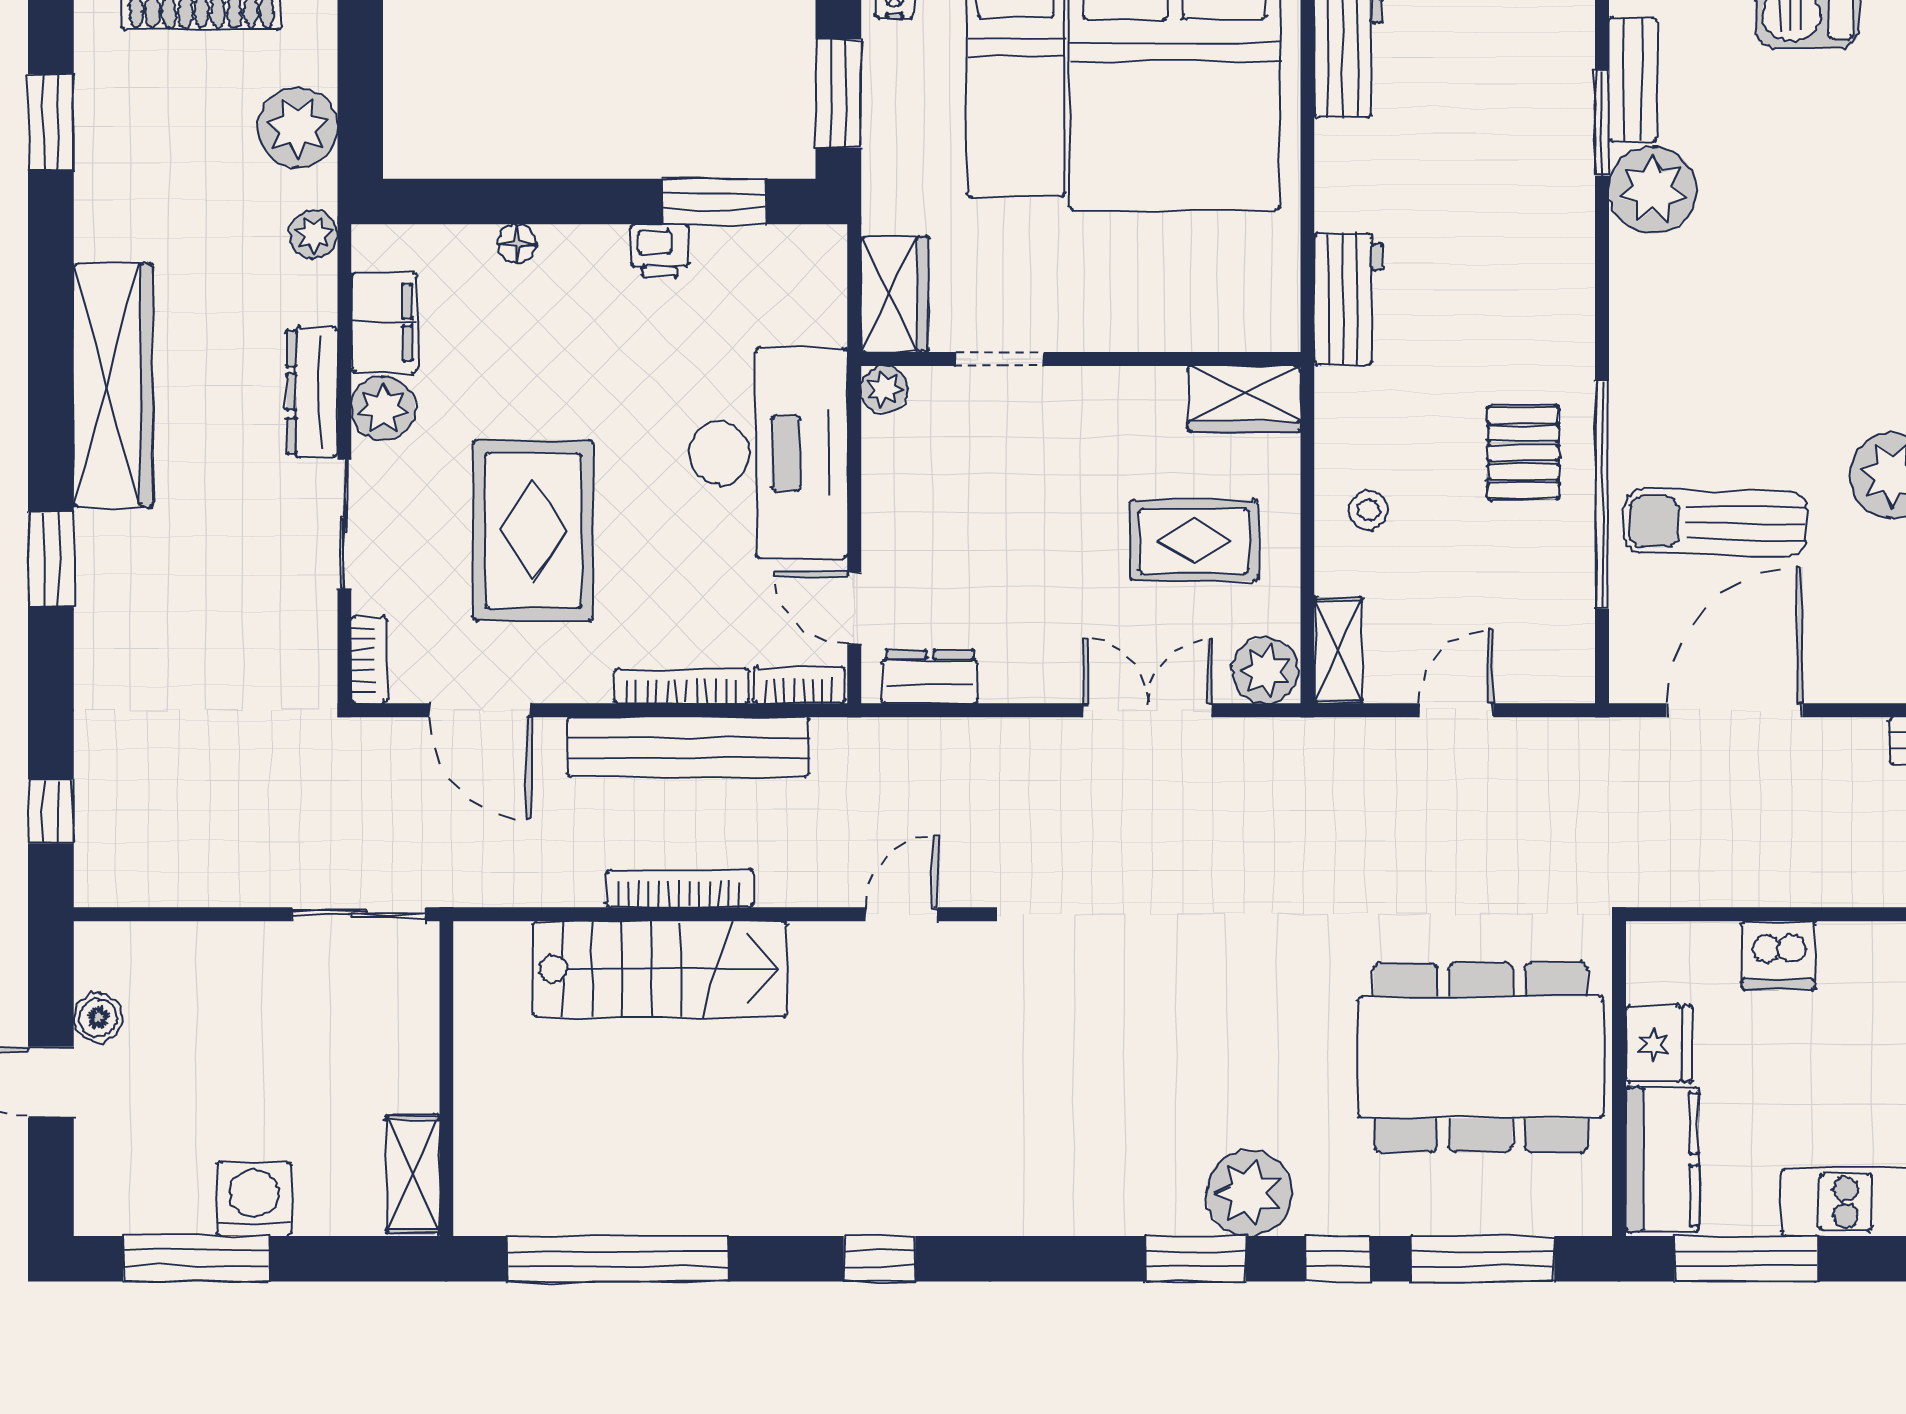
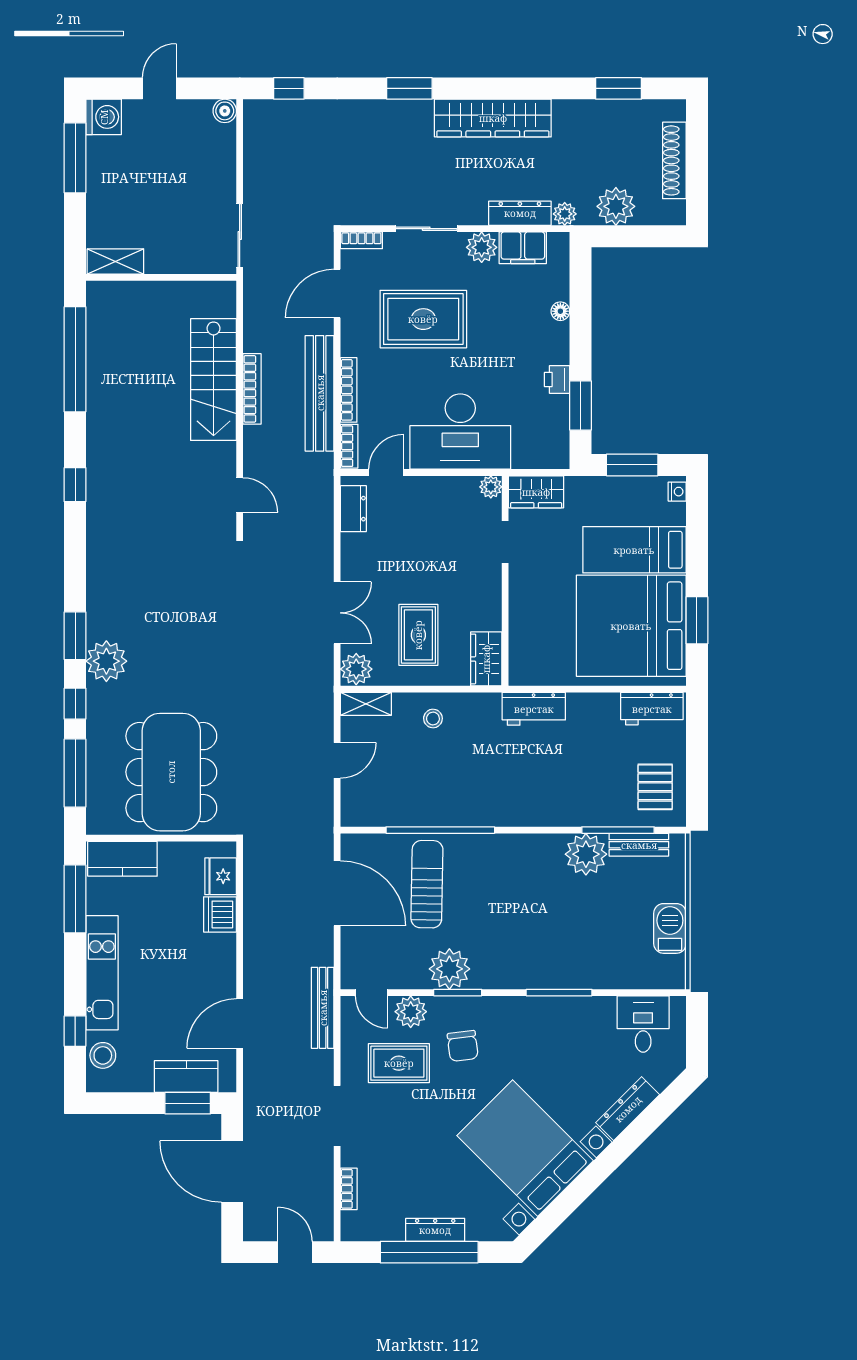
window: (1602, 123) -> (618, 830), width x1.44
dresser: (312, 392) -> (520, 213), moved
pallet: (1523, 453) -> (655, 787), moved, turned 90
door: (1456, 710) -> (337, 760), hinge flipped
boiler: (98, 1018) -> (225, 111), moved
fridge: (1659, 1044) -> (221, 876), moved, turned 90
washing machine: (254, 1199) -> (104, 117), moved

